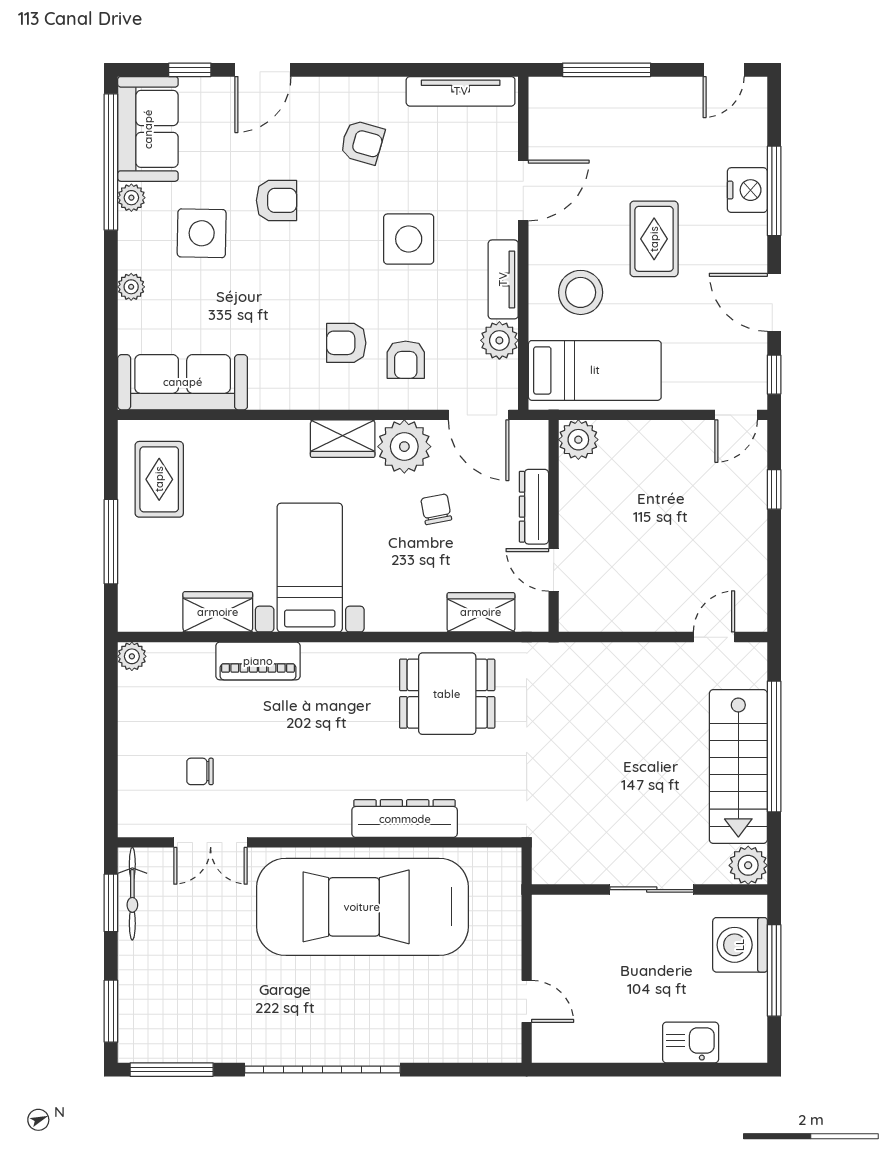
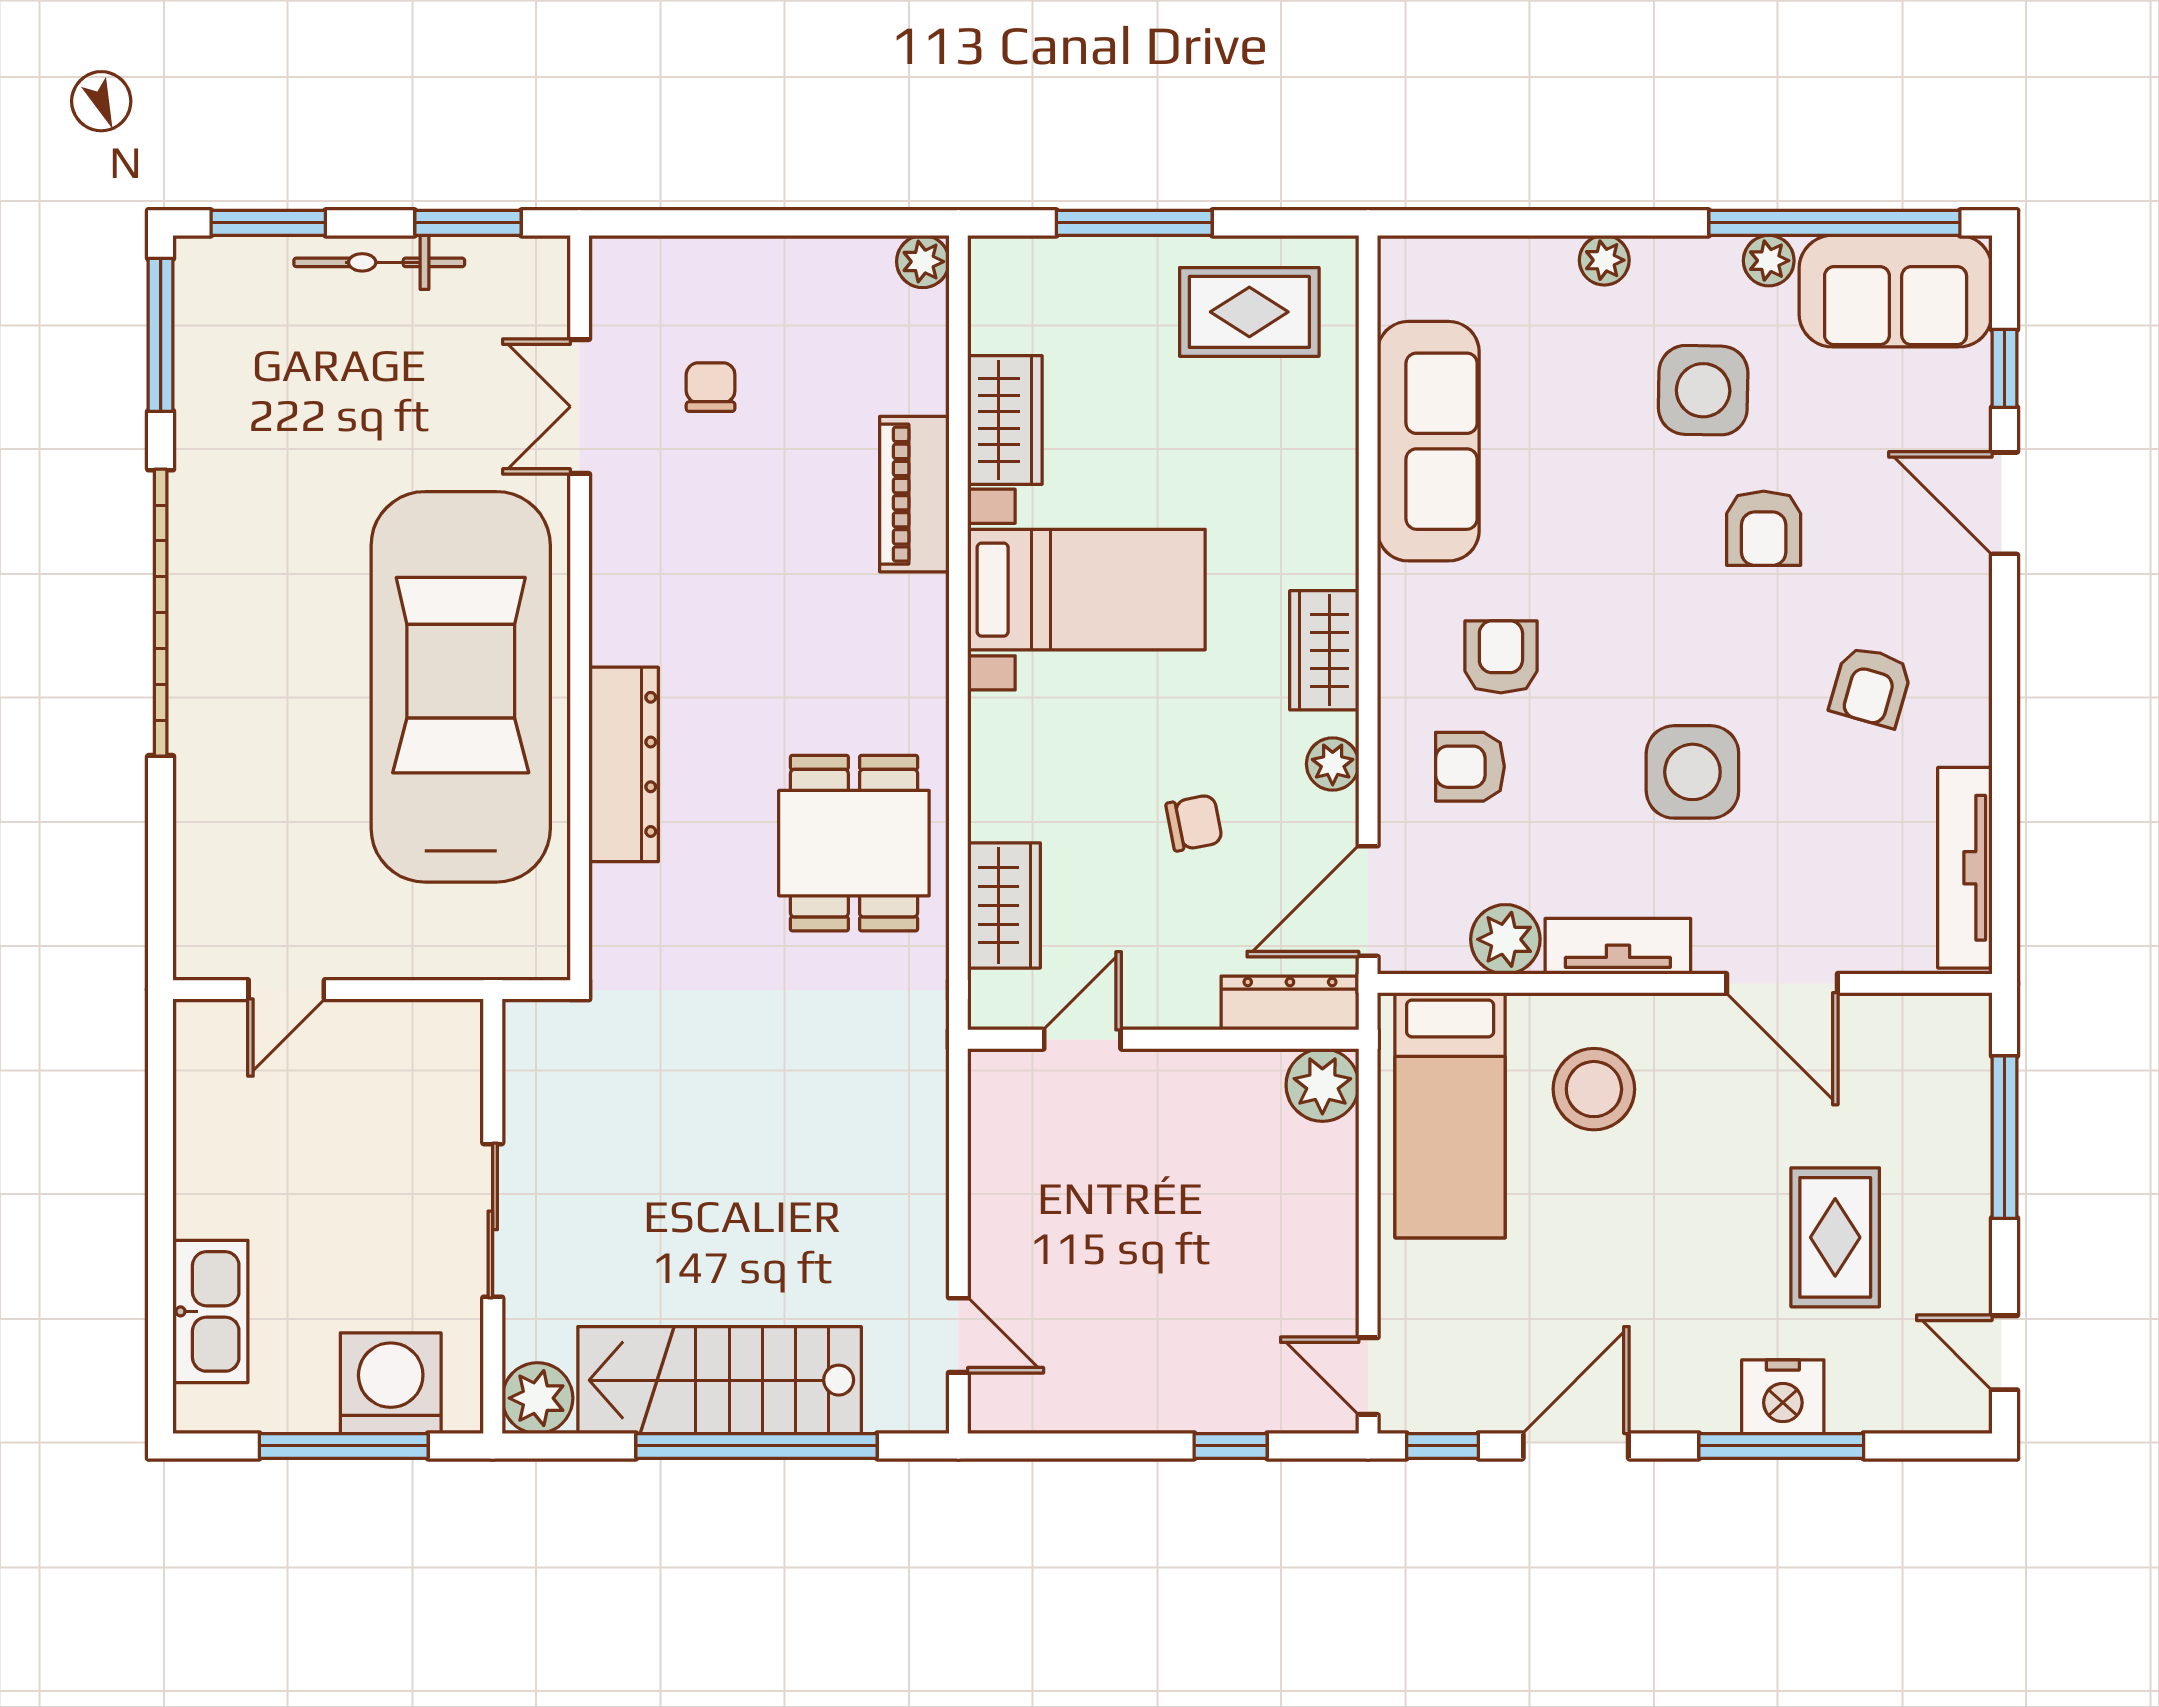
rug: (654, 239) -> (1835, 1237), moved, turned 90
sofa: (183, 382) -> (1428, 441), moved
plant: (404, 447) -> (1333, 764), width x0.53, depth x0.53
dresser: (534, 507) -> (1290, 1003), moved
bicycle: (132, 894) -> (379, 262), moved
kitchen sink: (691, 1043) -> (210, 1311), width x1.38

